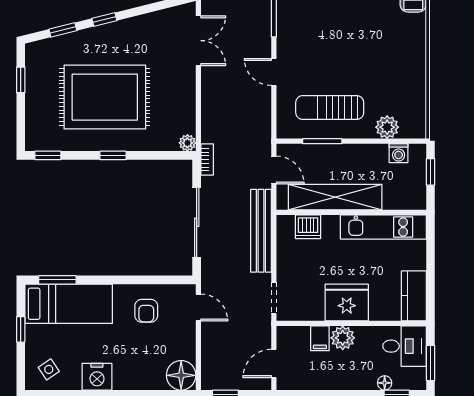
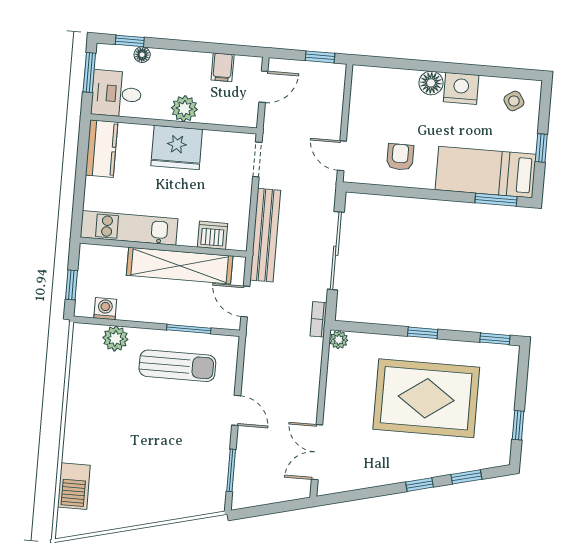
filing cabinet: (320, 338) -> (223, 67), moved, turned 180
floor lamp: (181, 375) -> (431, 83), moved, width x0.73, depth x0.73

